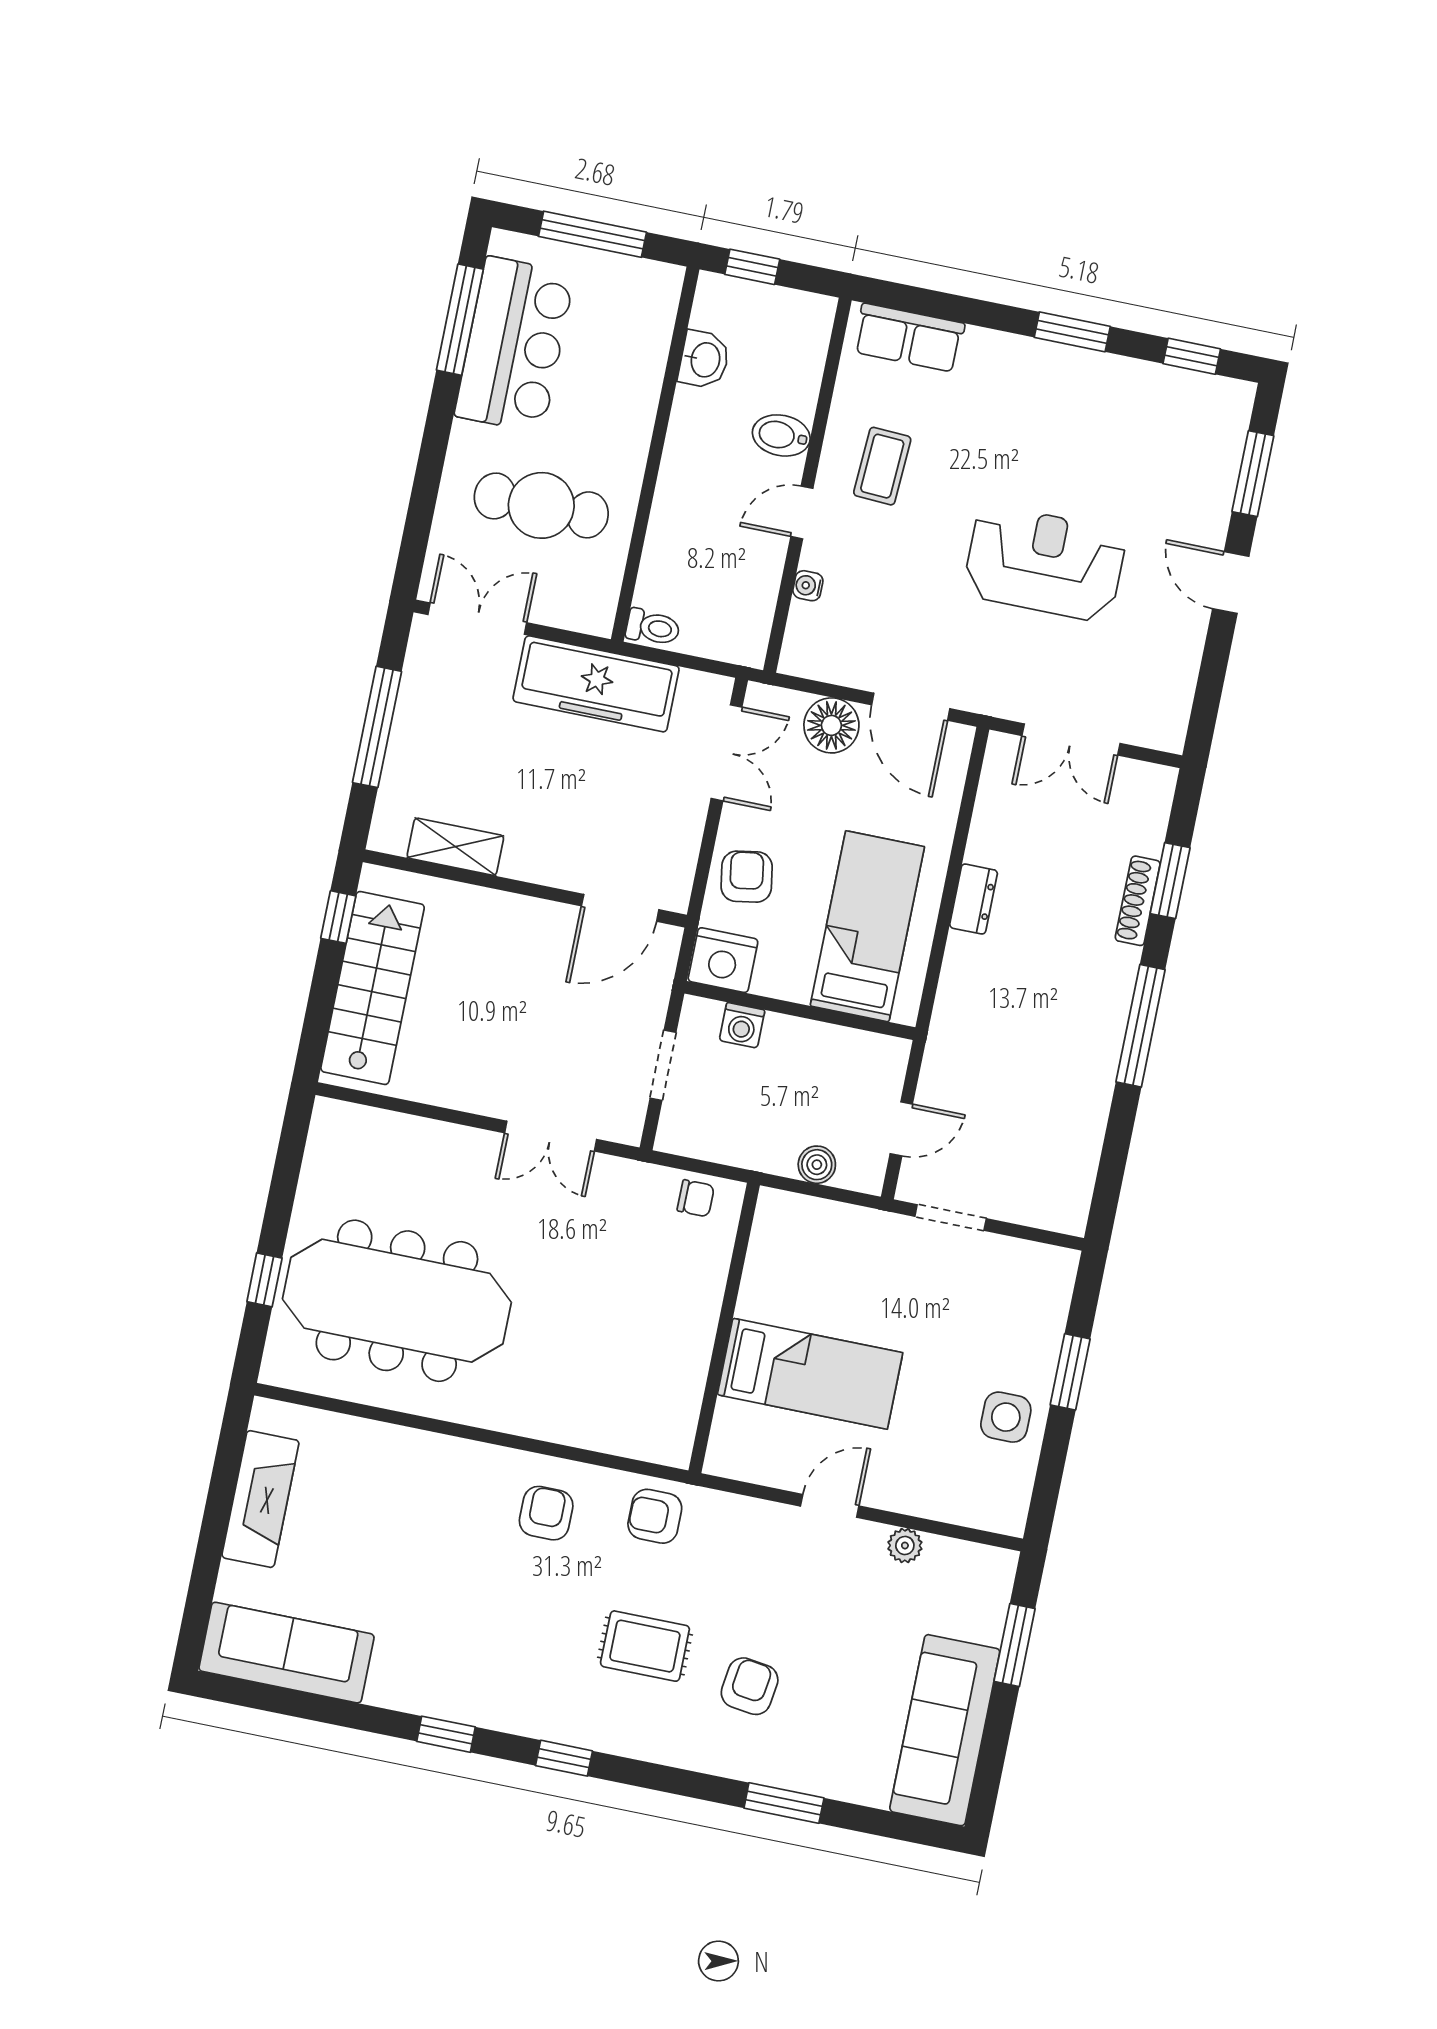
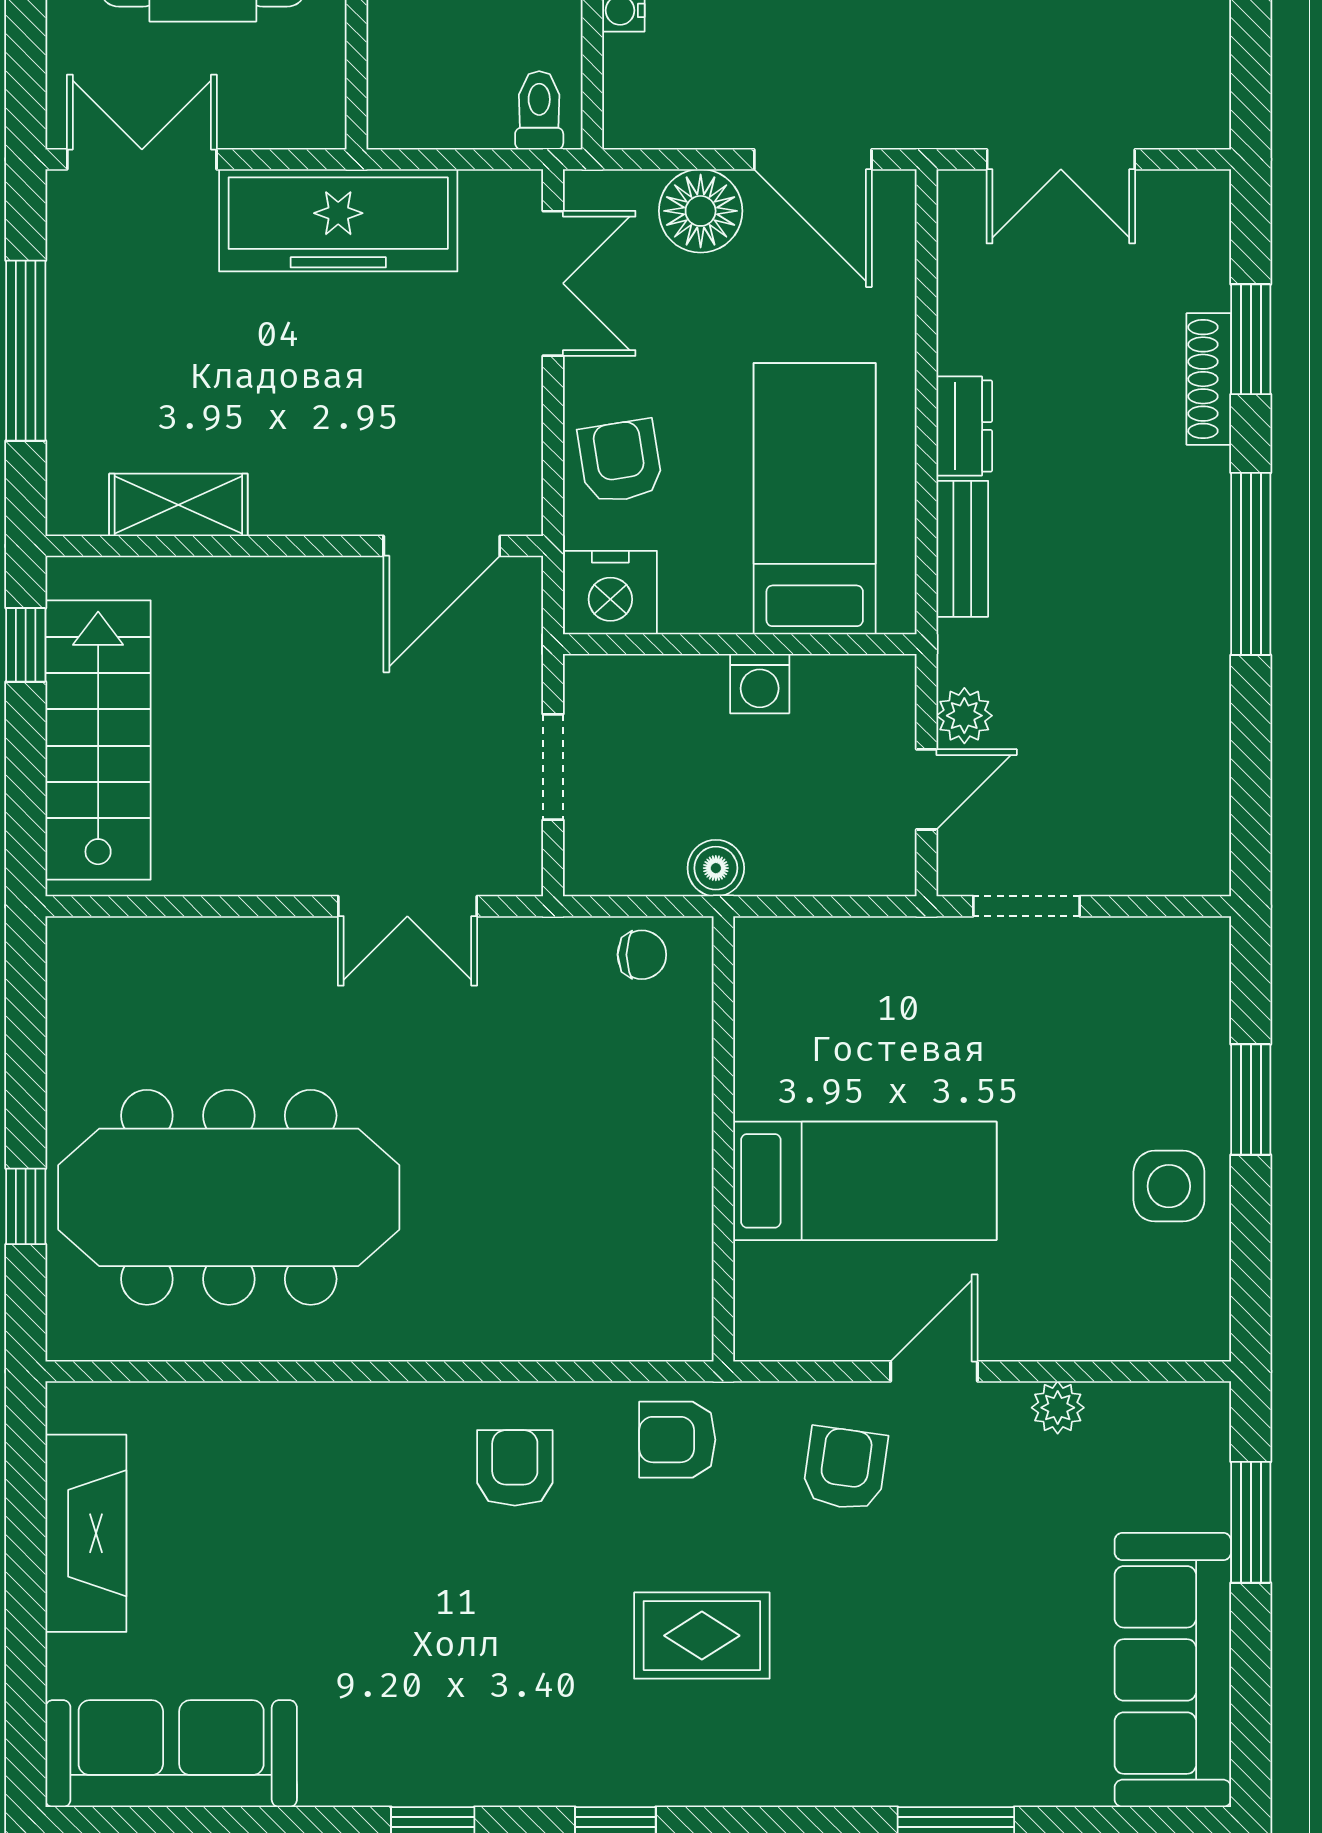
toilet: (653, 627) -> (539, 110), moved, turned -90
bench: (956, 978) -> (962, 549), added
washing machine: (742, 1025) -> (760, 684), moved
plant: (935, 1086) -> (964, 716), added
boiler: (817, 1165) -> (716, 868), moved
armchair: (750, 1686) -> (845, 1469), moved

